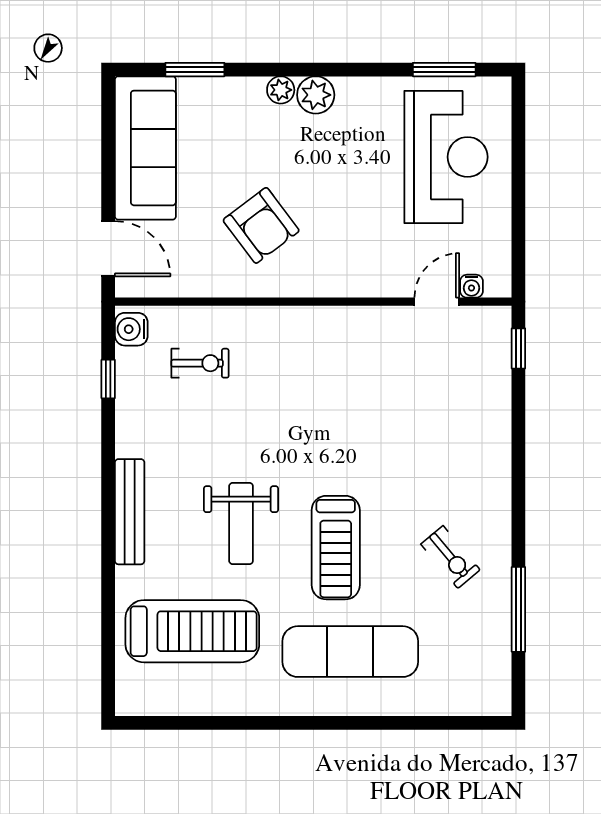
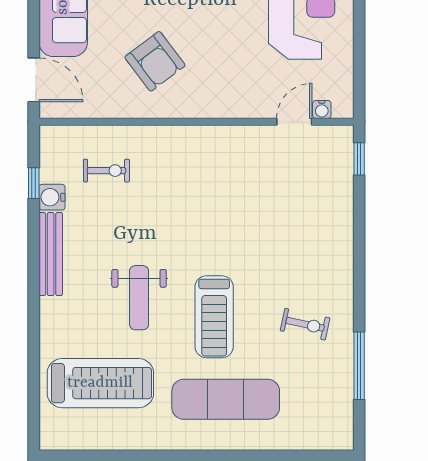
water cooler: (131, 329) -> (52, 197), moved
bench: (130, 512) -> (51, 254), moved
exercise bike: (450, 557) -> (305, 324), turned -38

